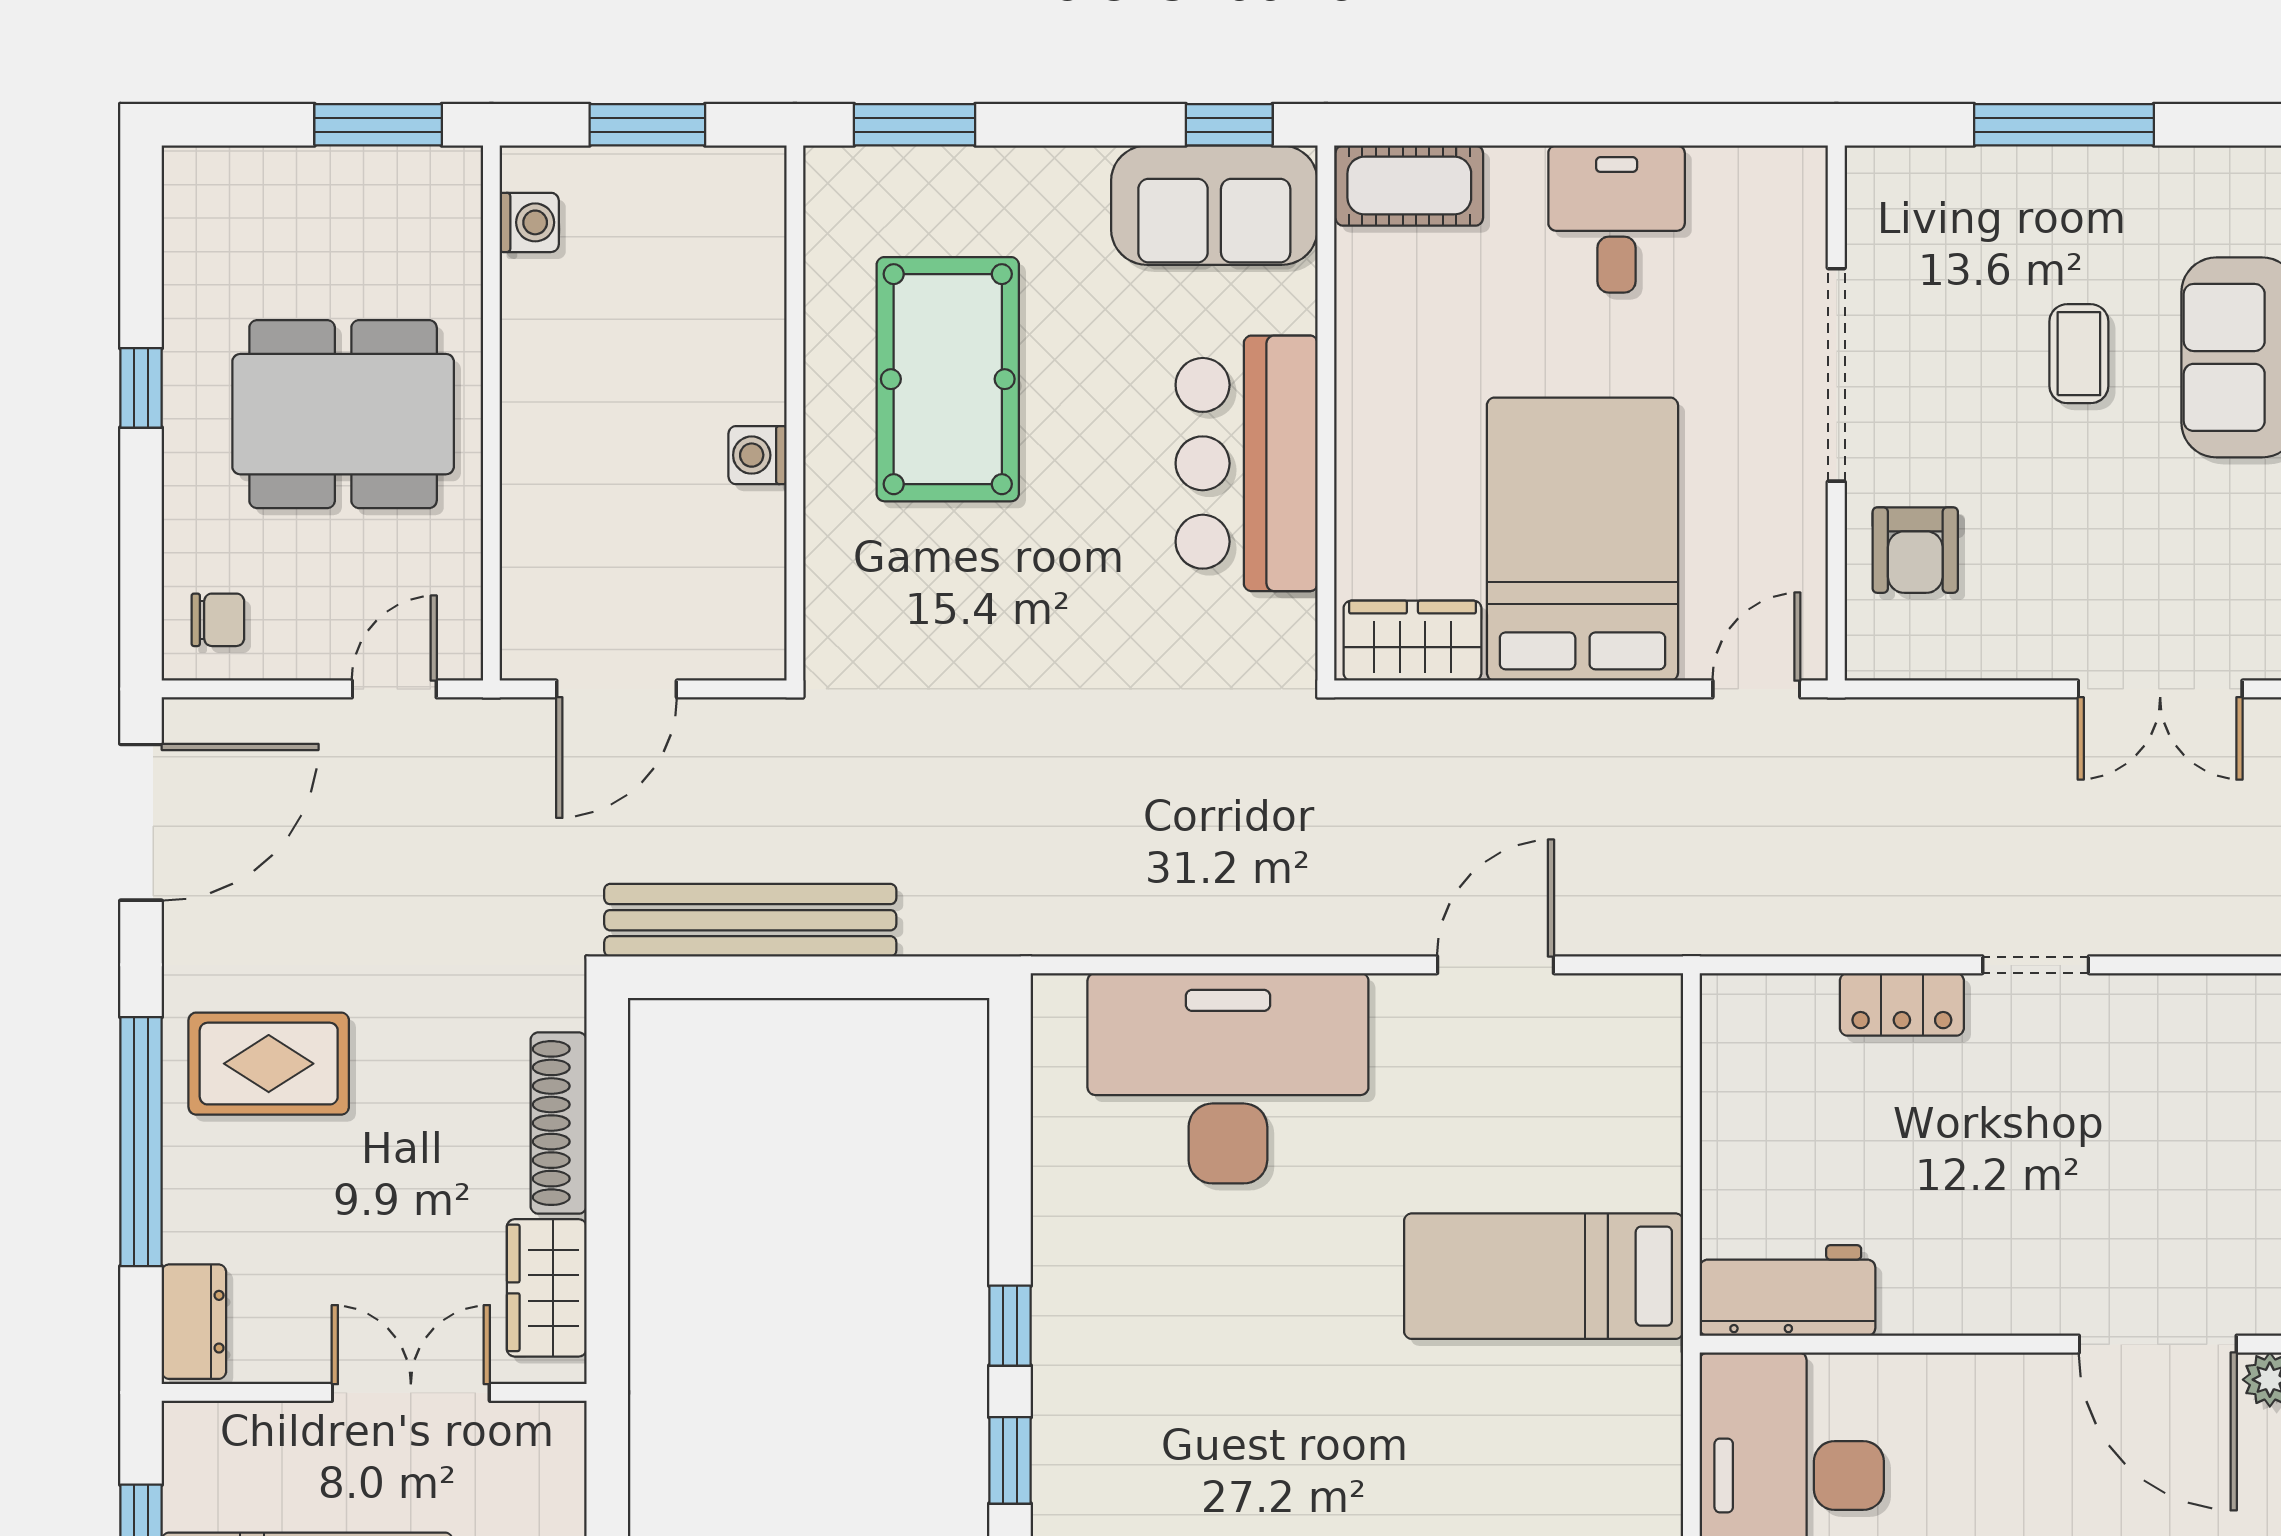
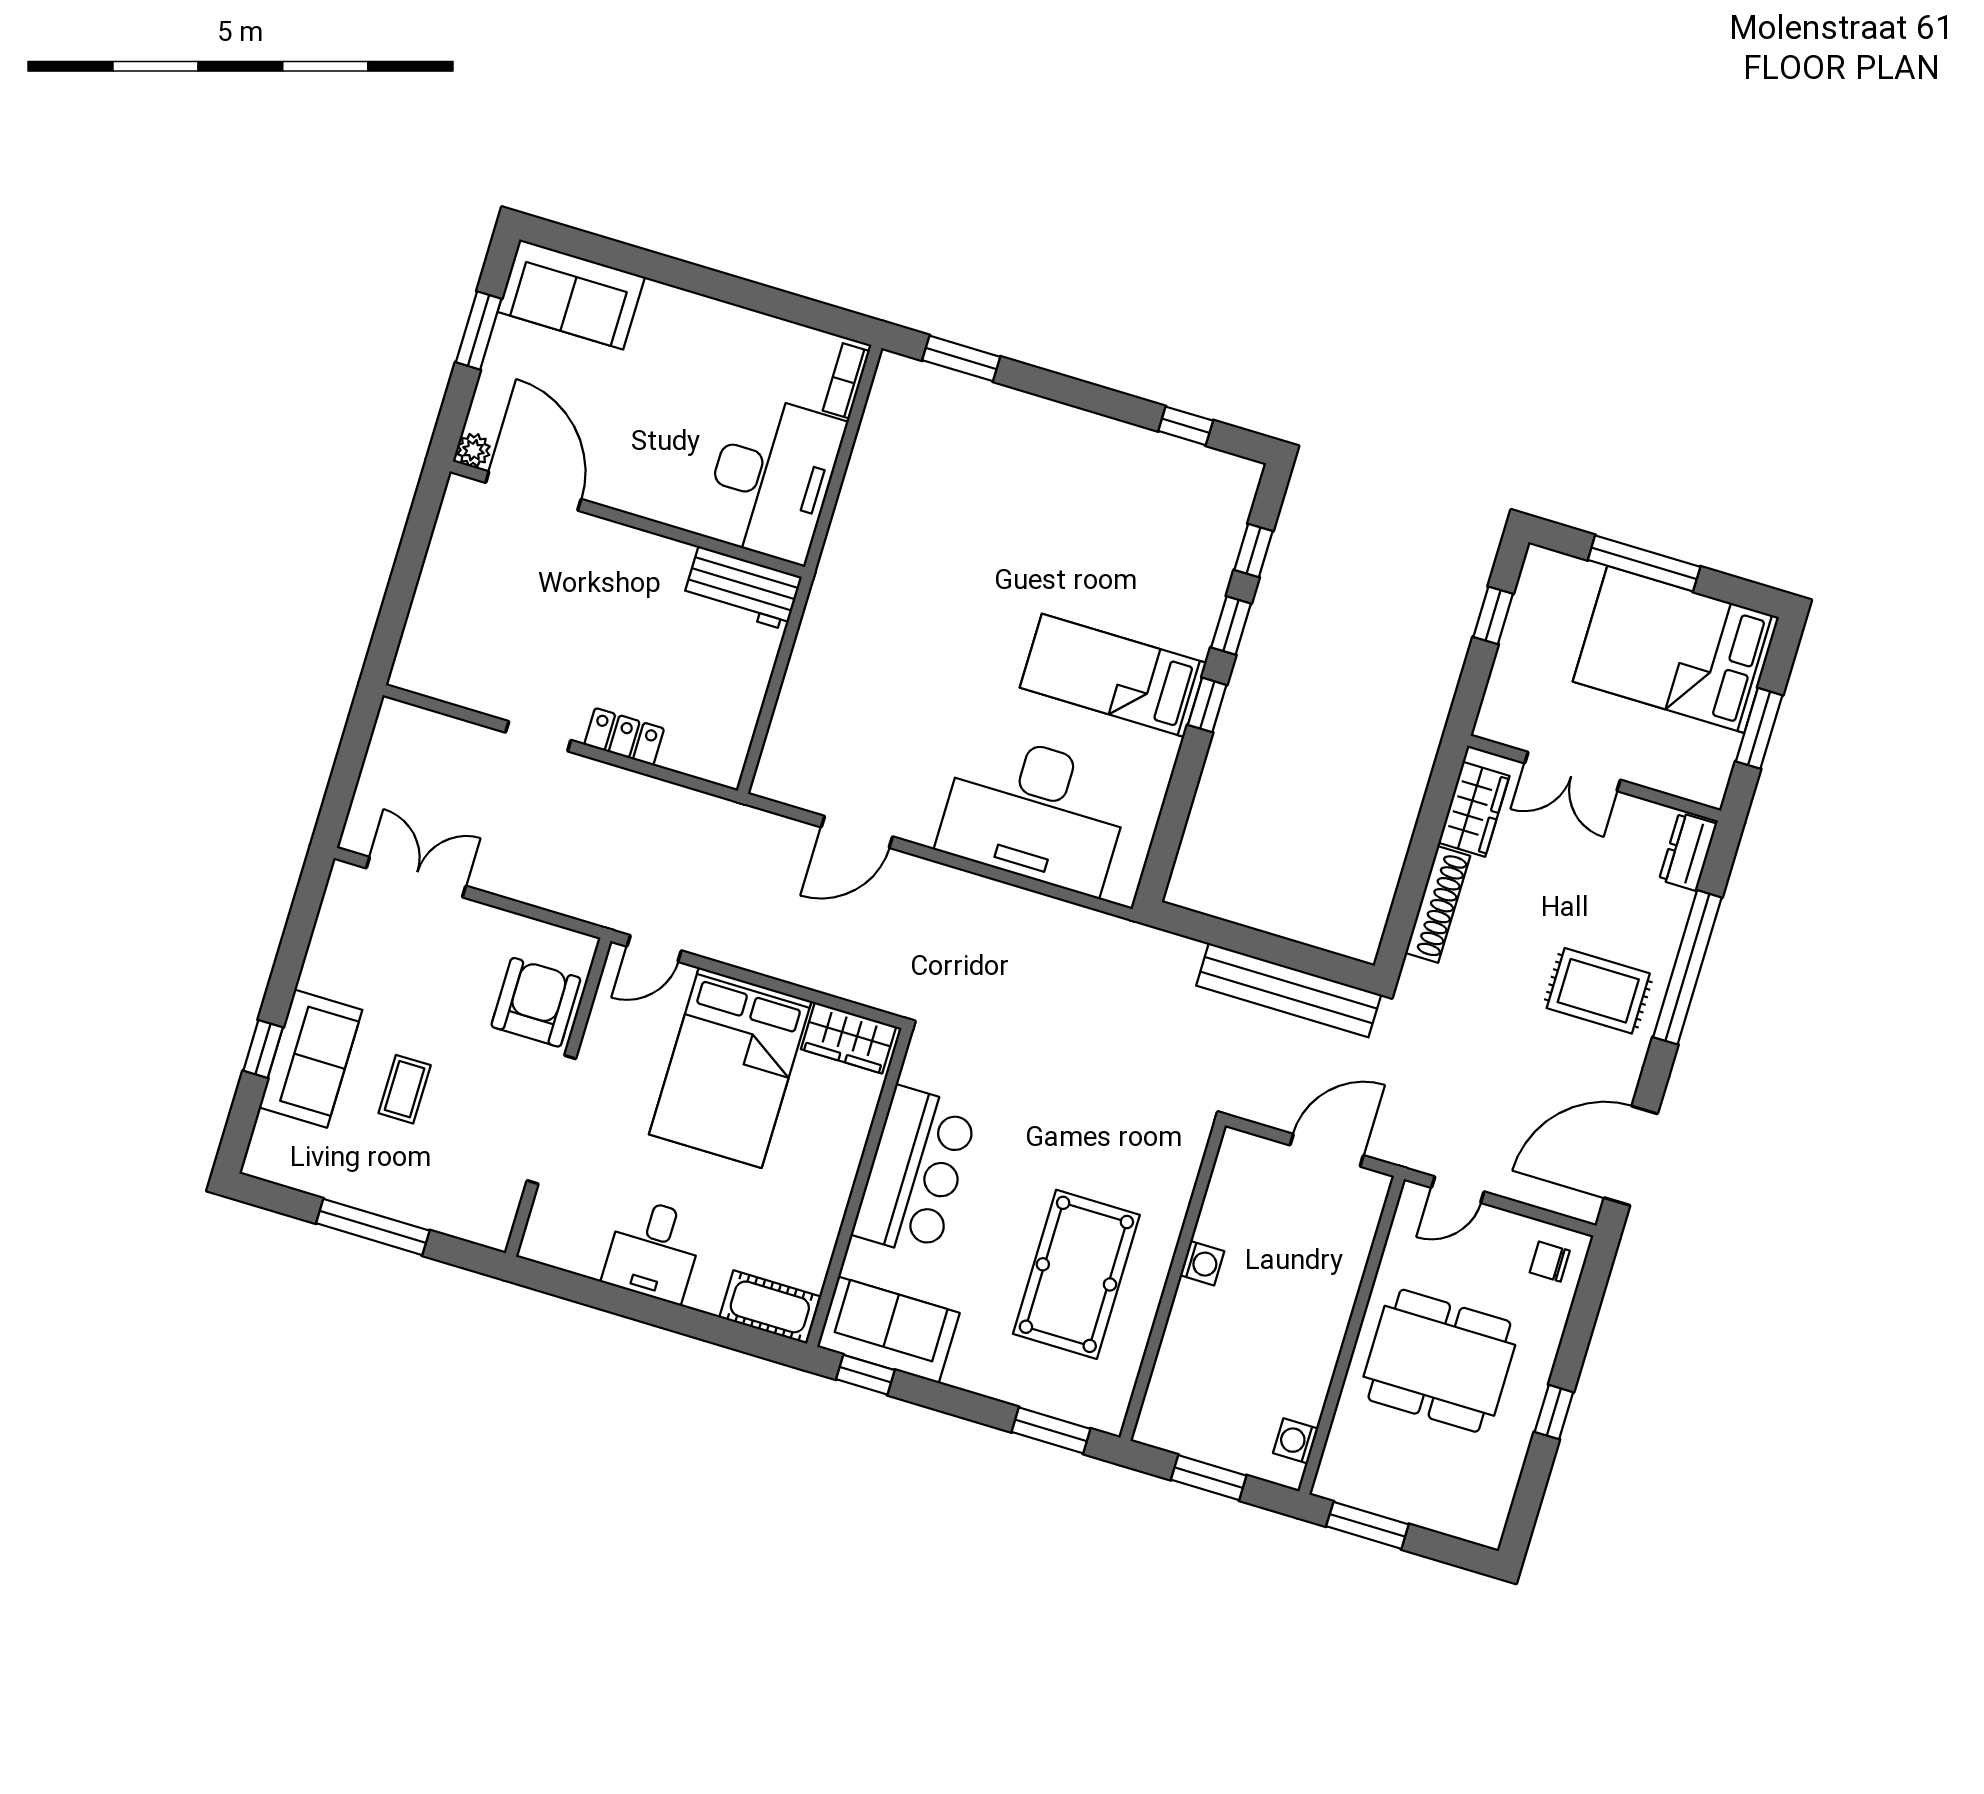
armchair: (1915, 550) -> (536, 1002), width x1.38, depth x1.38
bed: (1544, 1276) -> (1113, 675), moved, turned 180

